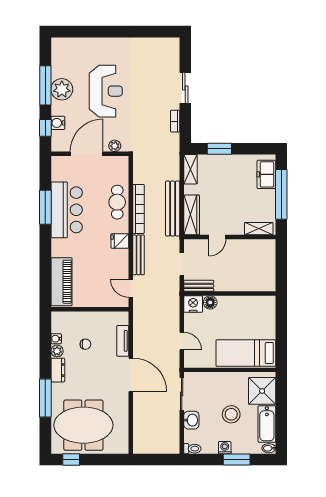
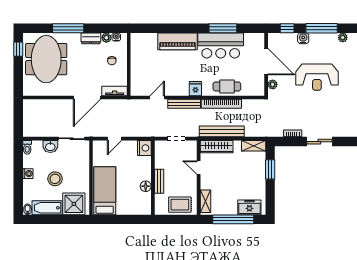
plant: (62, 89) -> (343, 38), moved, width x0.53, depth x0.53
water cooler: (58, 123) -> (303, 38), moved
rug: (263, 260) -> (180, 205), added
piano: (61, 282) -> (178, 41), moved
bench: (199, 286) -> (159, 181), moved
floor lamp: (210, 302) -> (146, 186), moved
wall: (90, 309) -> (129, 64), moved
window: (237, 460) -> (18, 183), removed

